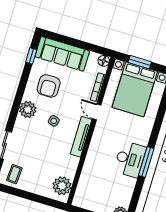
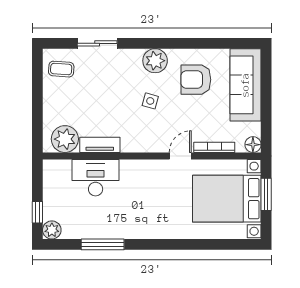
window: (31, 56) -> (230, 43), removed
tv unit: (81, 137) -> (100, 145), moved, width x0.71
desk: (130, 159) -> (96, 178), moved, turned 180
window: (146, 162) -> (103, 244), moved

